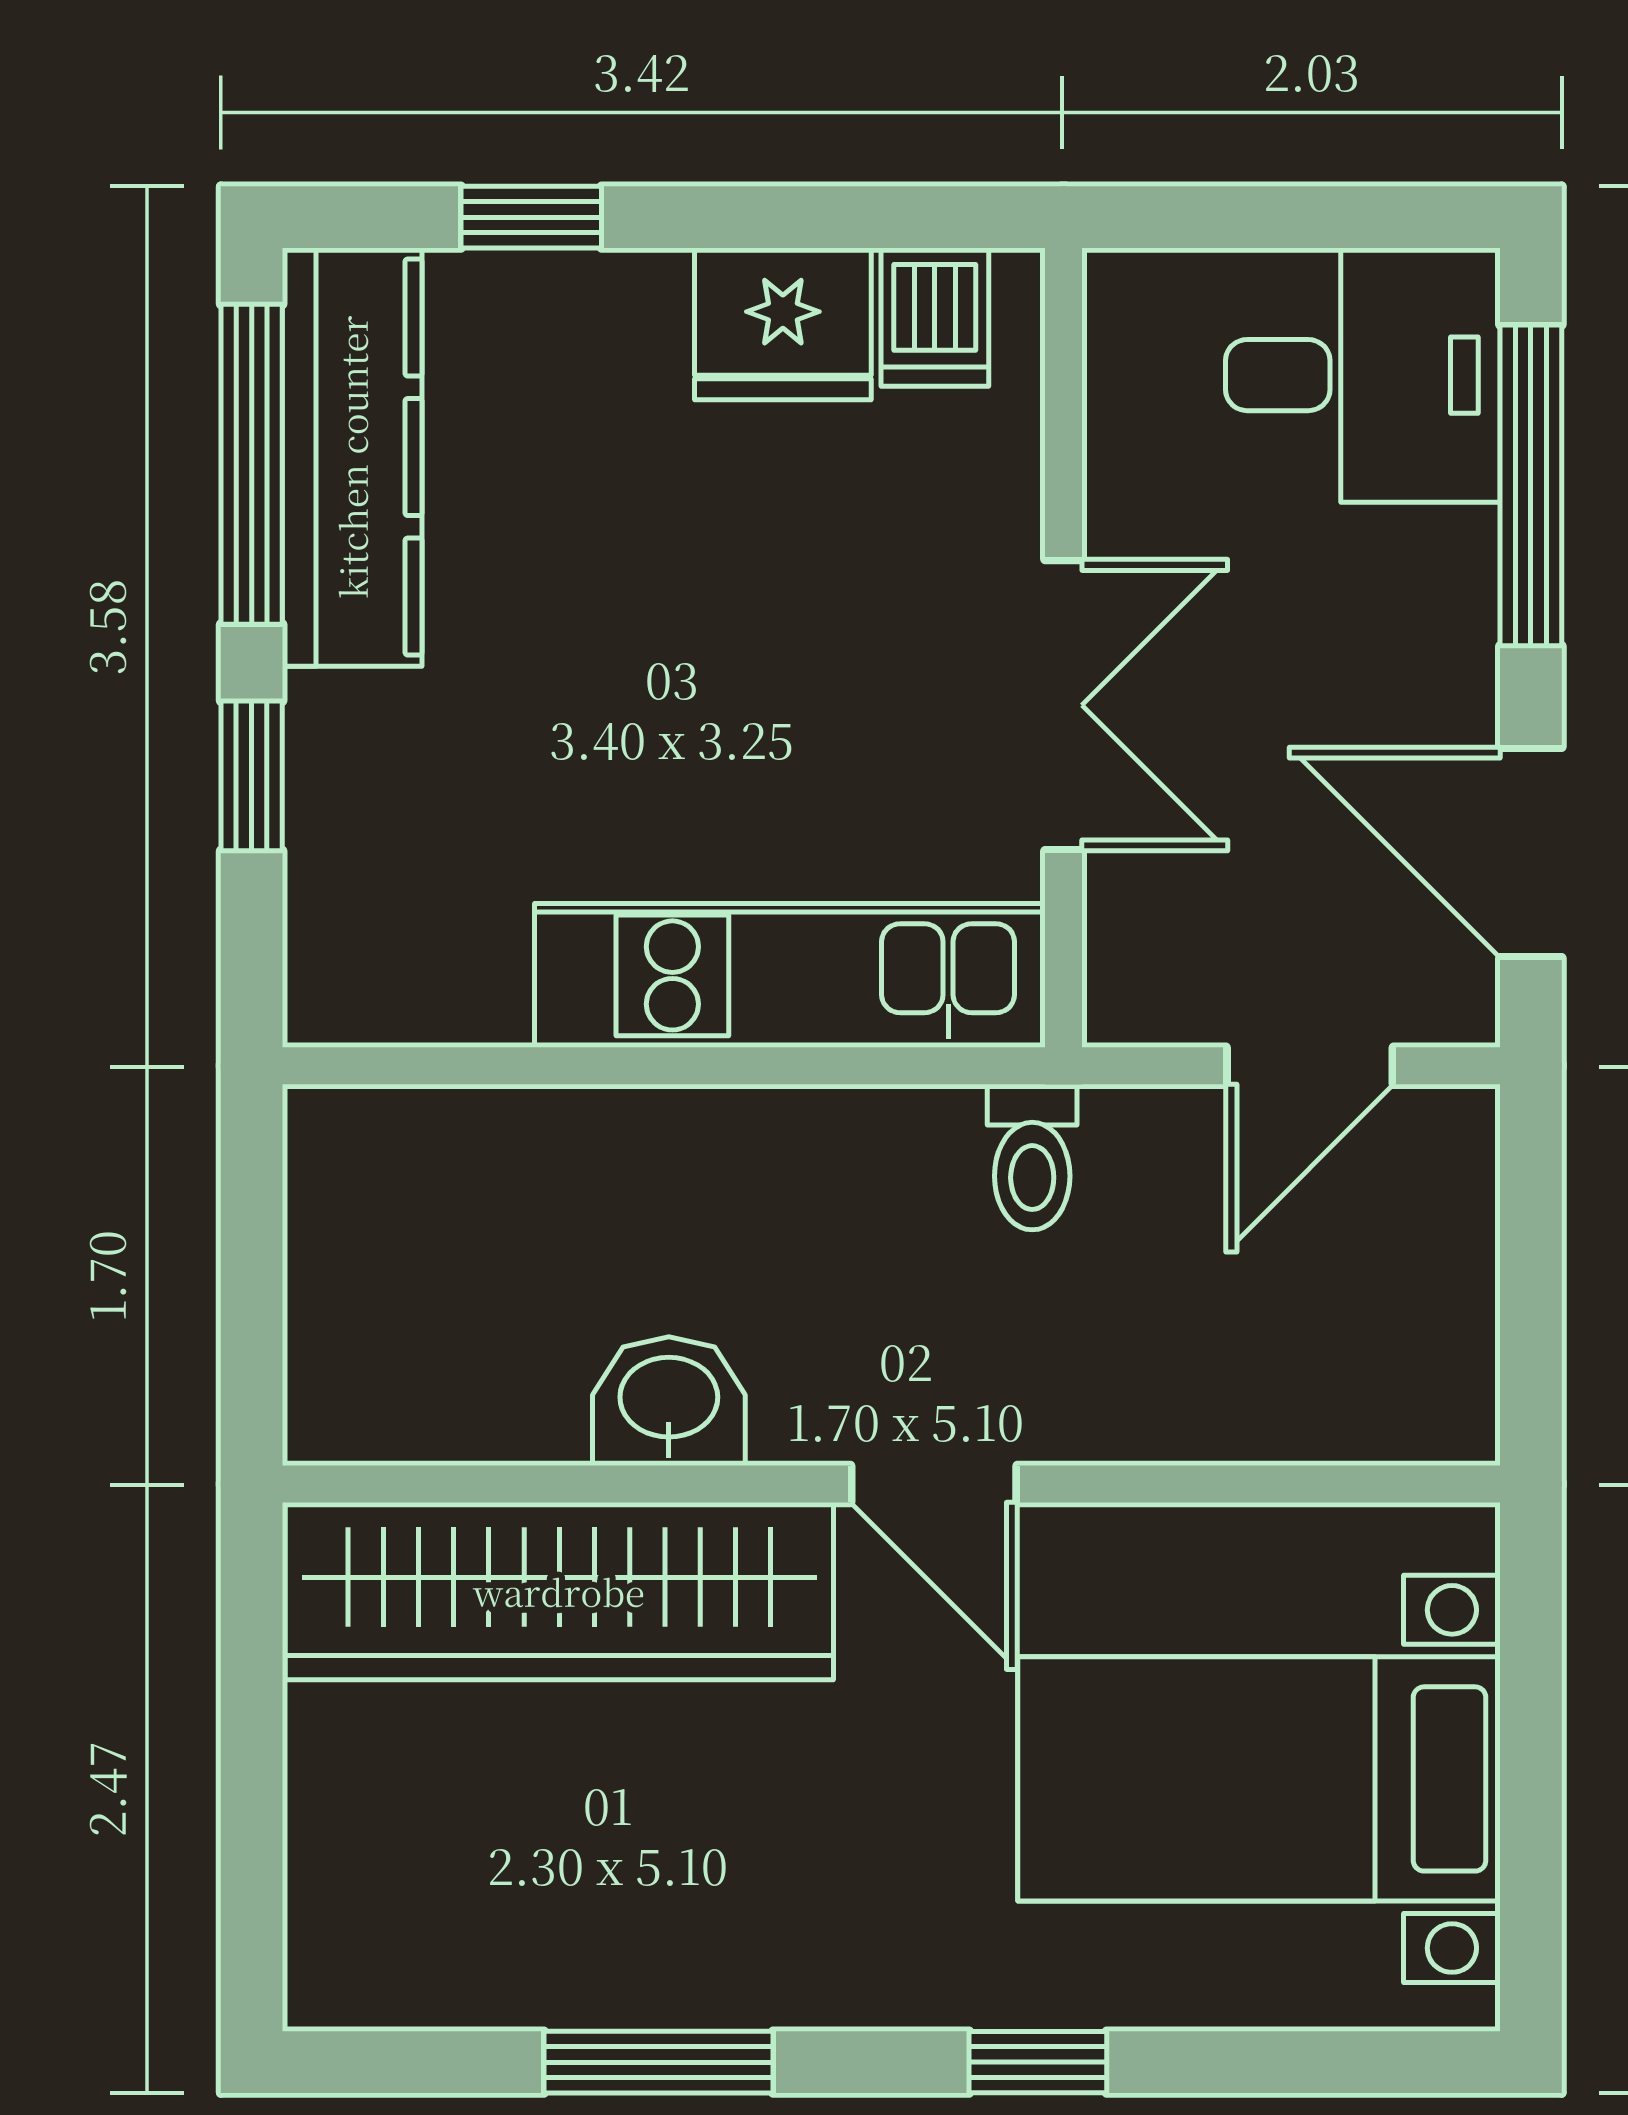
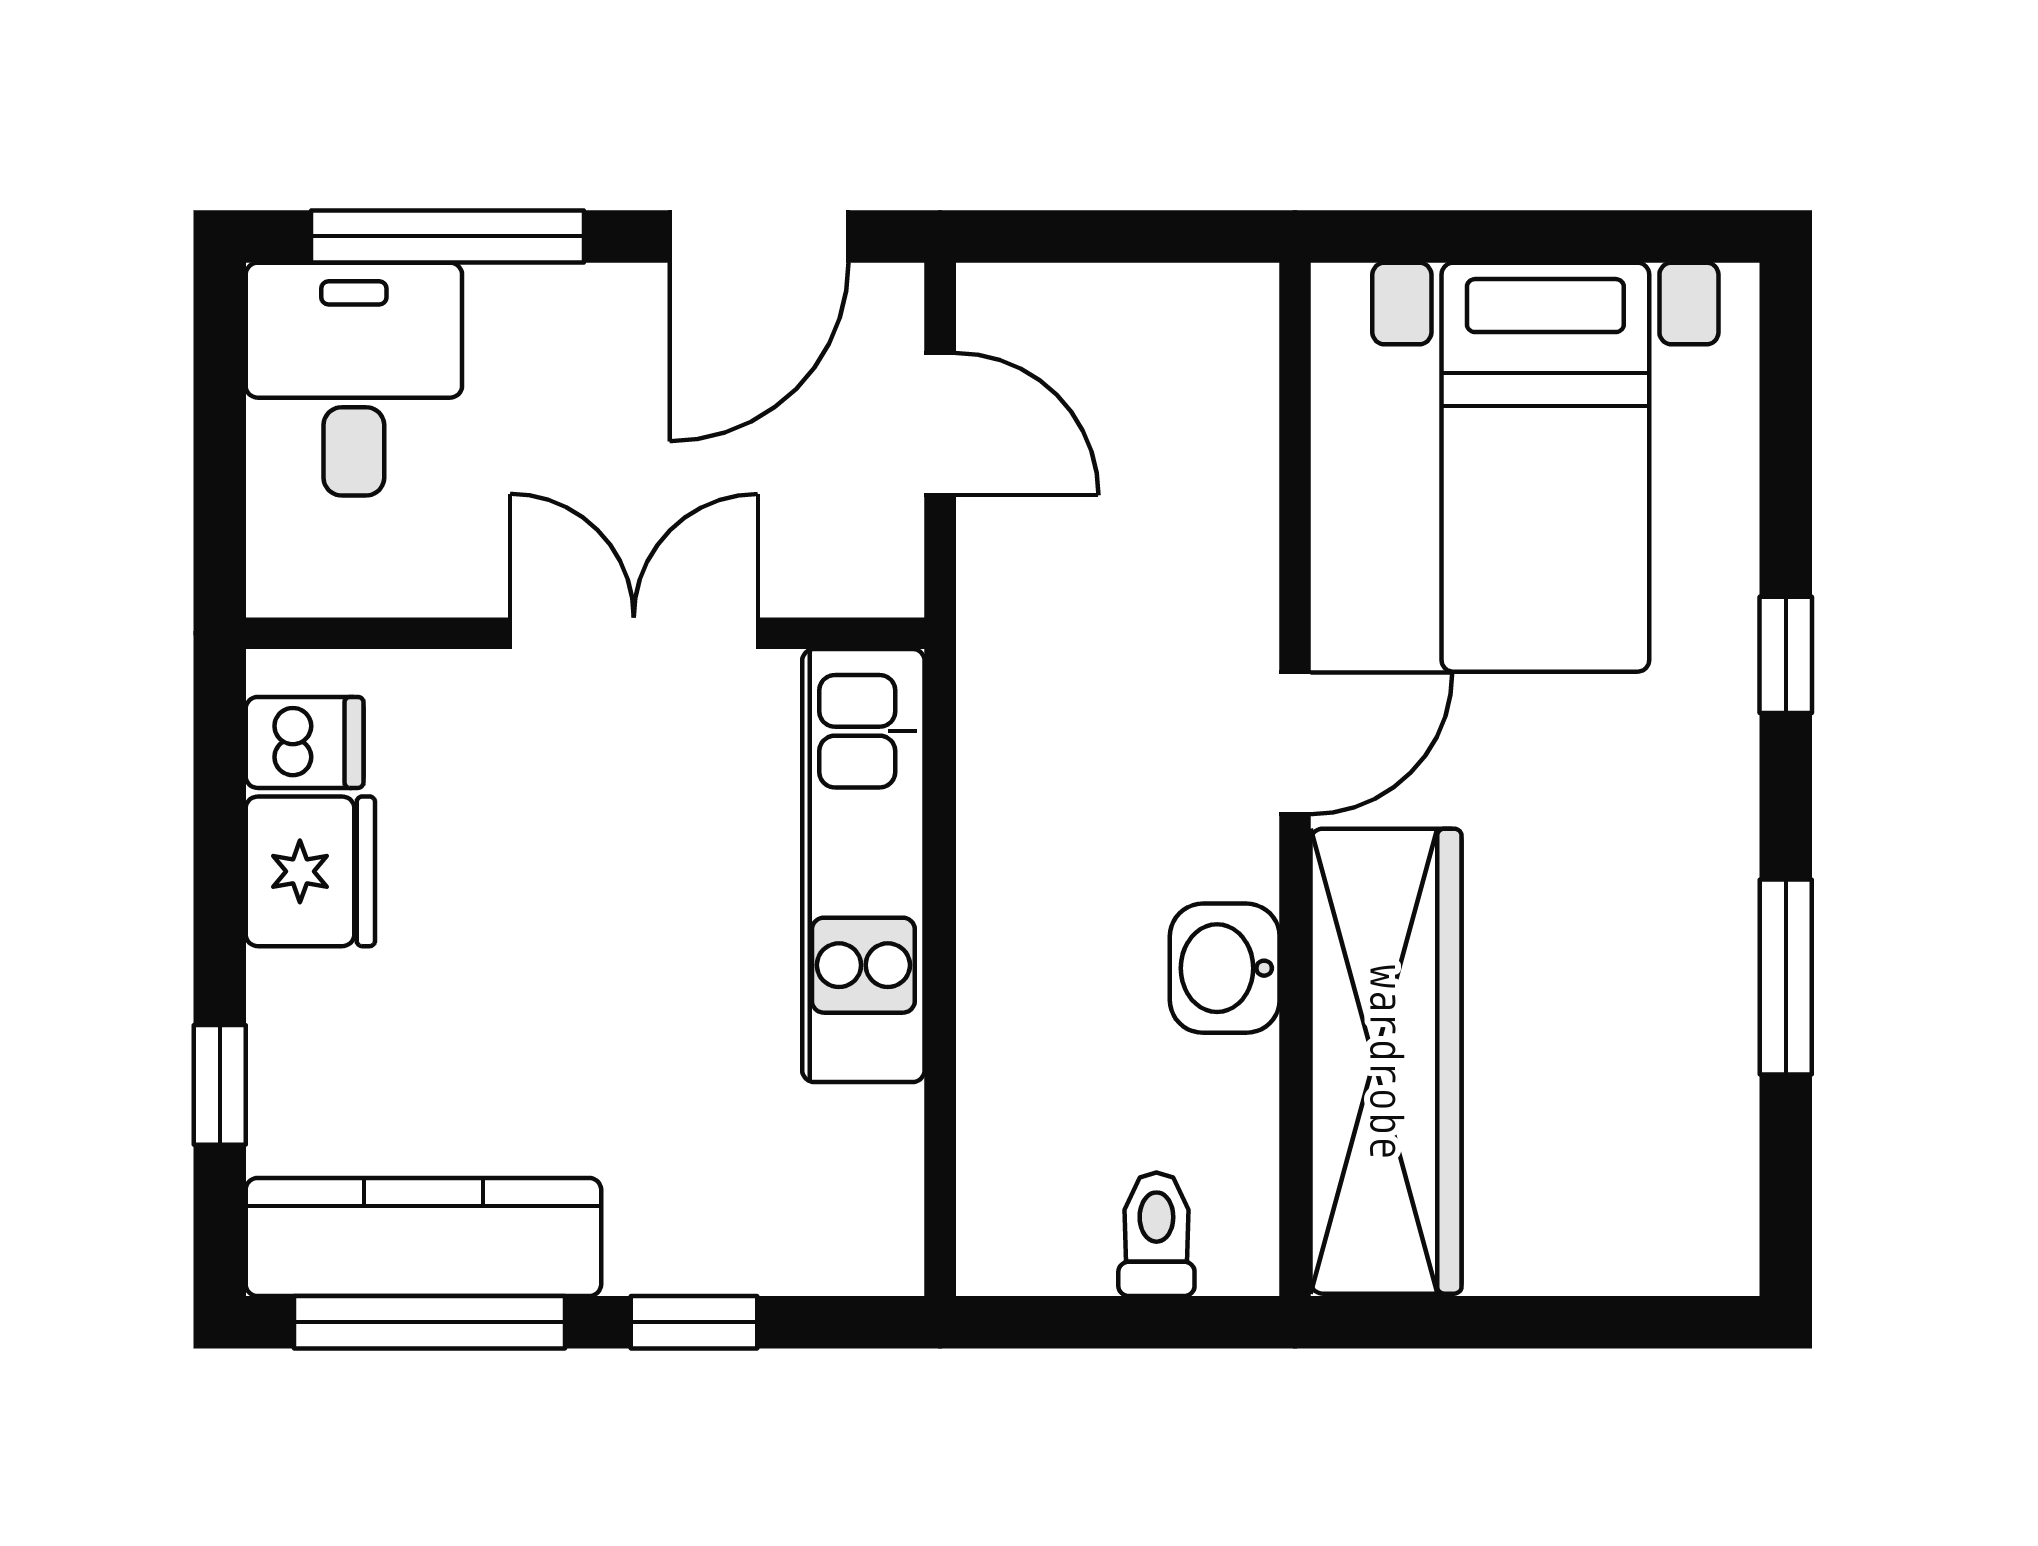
toilet: (1032, 1157) -> (1156, 1234), moved, turned -90

